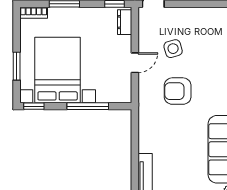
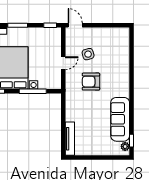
dresser: (125, 22) -> (57, 37), removed

